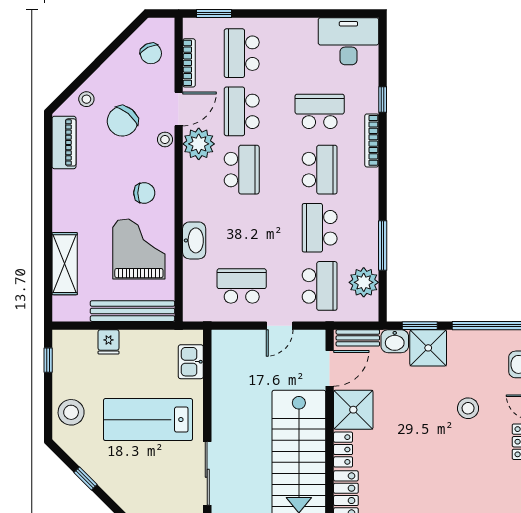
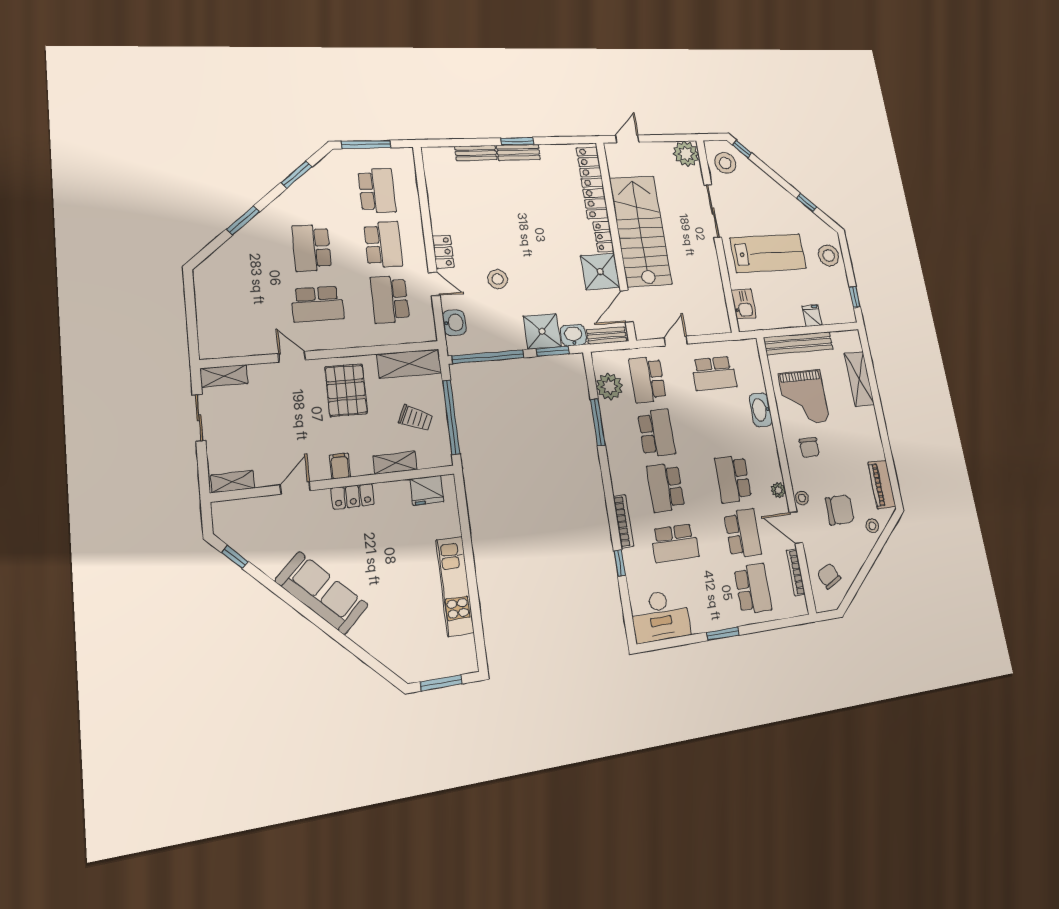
window: (214, 14) -> (723, 634), moved
door: (179, 109) -> (796, 528), hinge flipped
chair: (122, 121) -> (840, 510), turned 50
plant: (199, 144) -> (778, 490), width x0.53, depth x0.53
chair: (144, 193) -> (809, 448), turned -90

